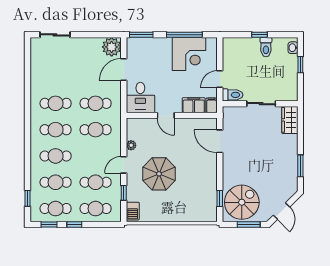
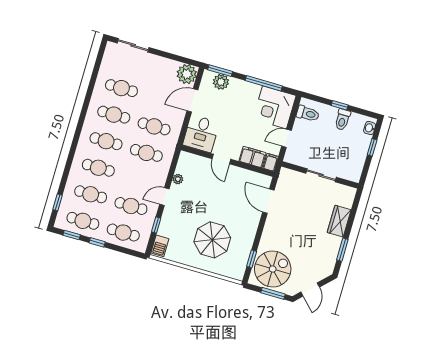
plant: (145, 45) -> (221, 82), added
corner desk: (189, 54) -> (275, 107), moved, turned 90
cafe table: (56, 77) -> (121, 88), added
toilet: (233, 95) -> (308, 114), moved
wardrobe: (290, 120) -> (339, 221), moved
parasol: (159, 174) -> (212, 240), moved

